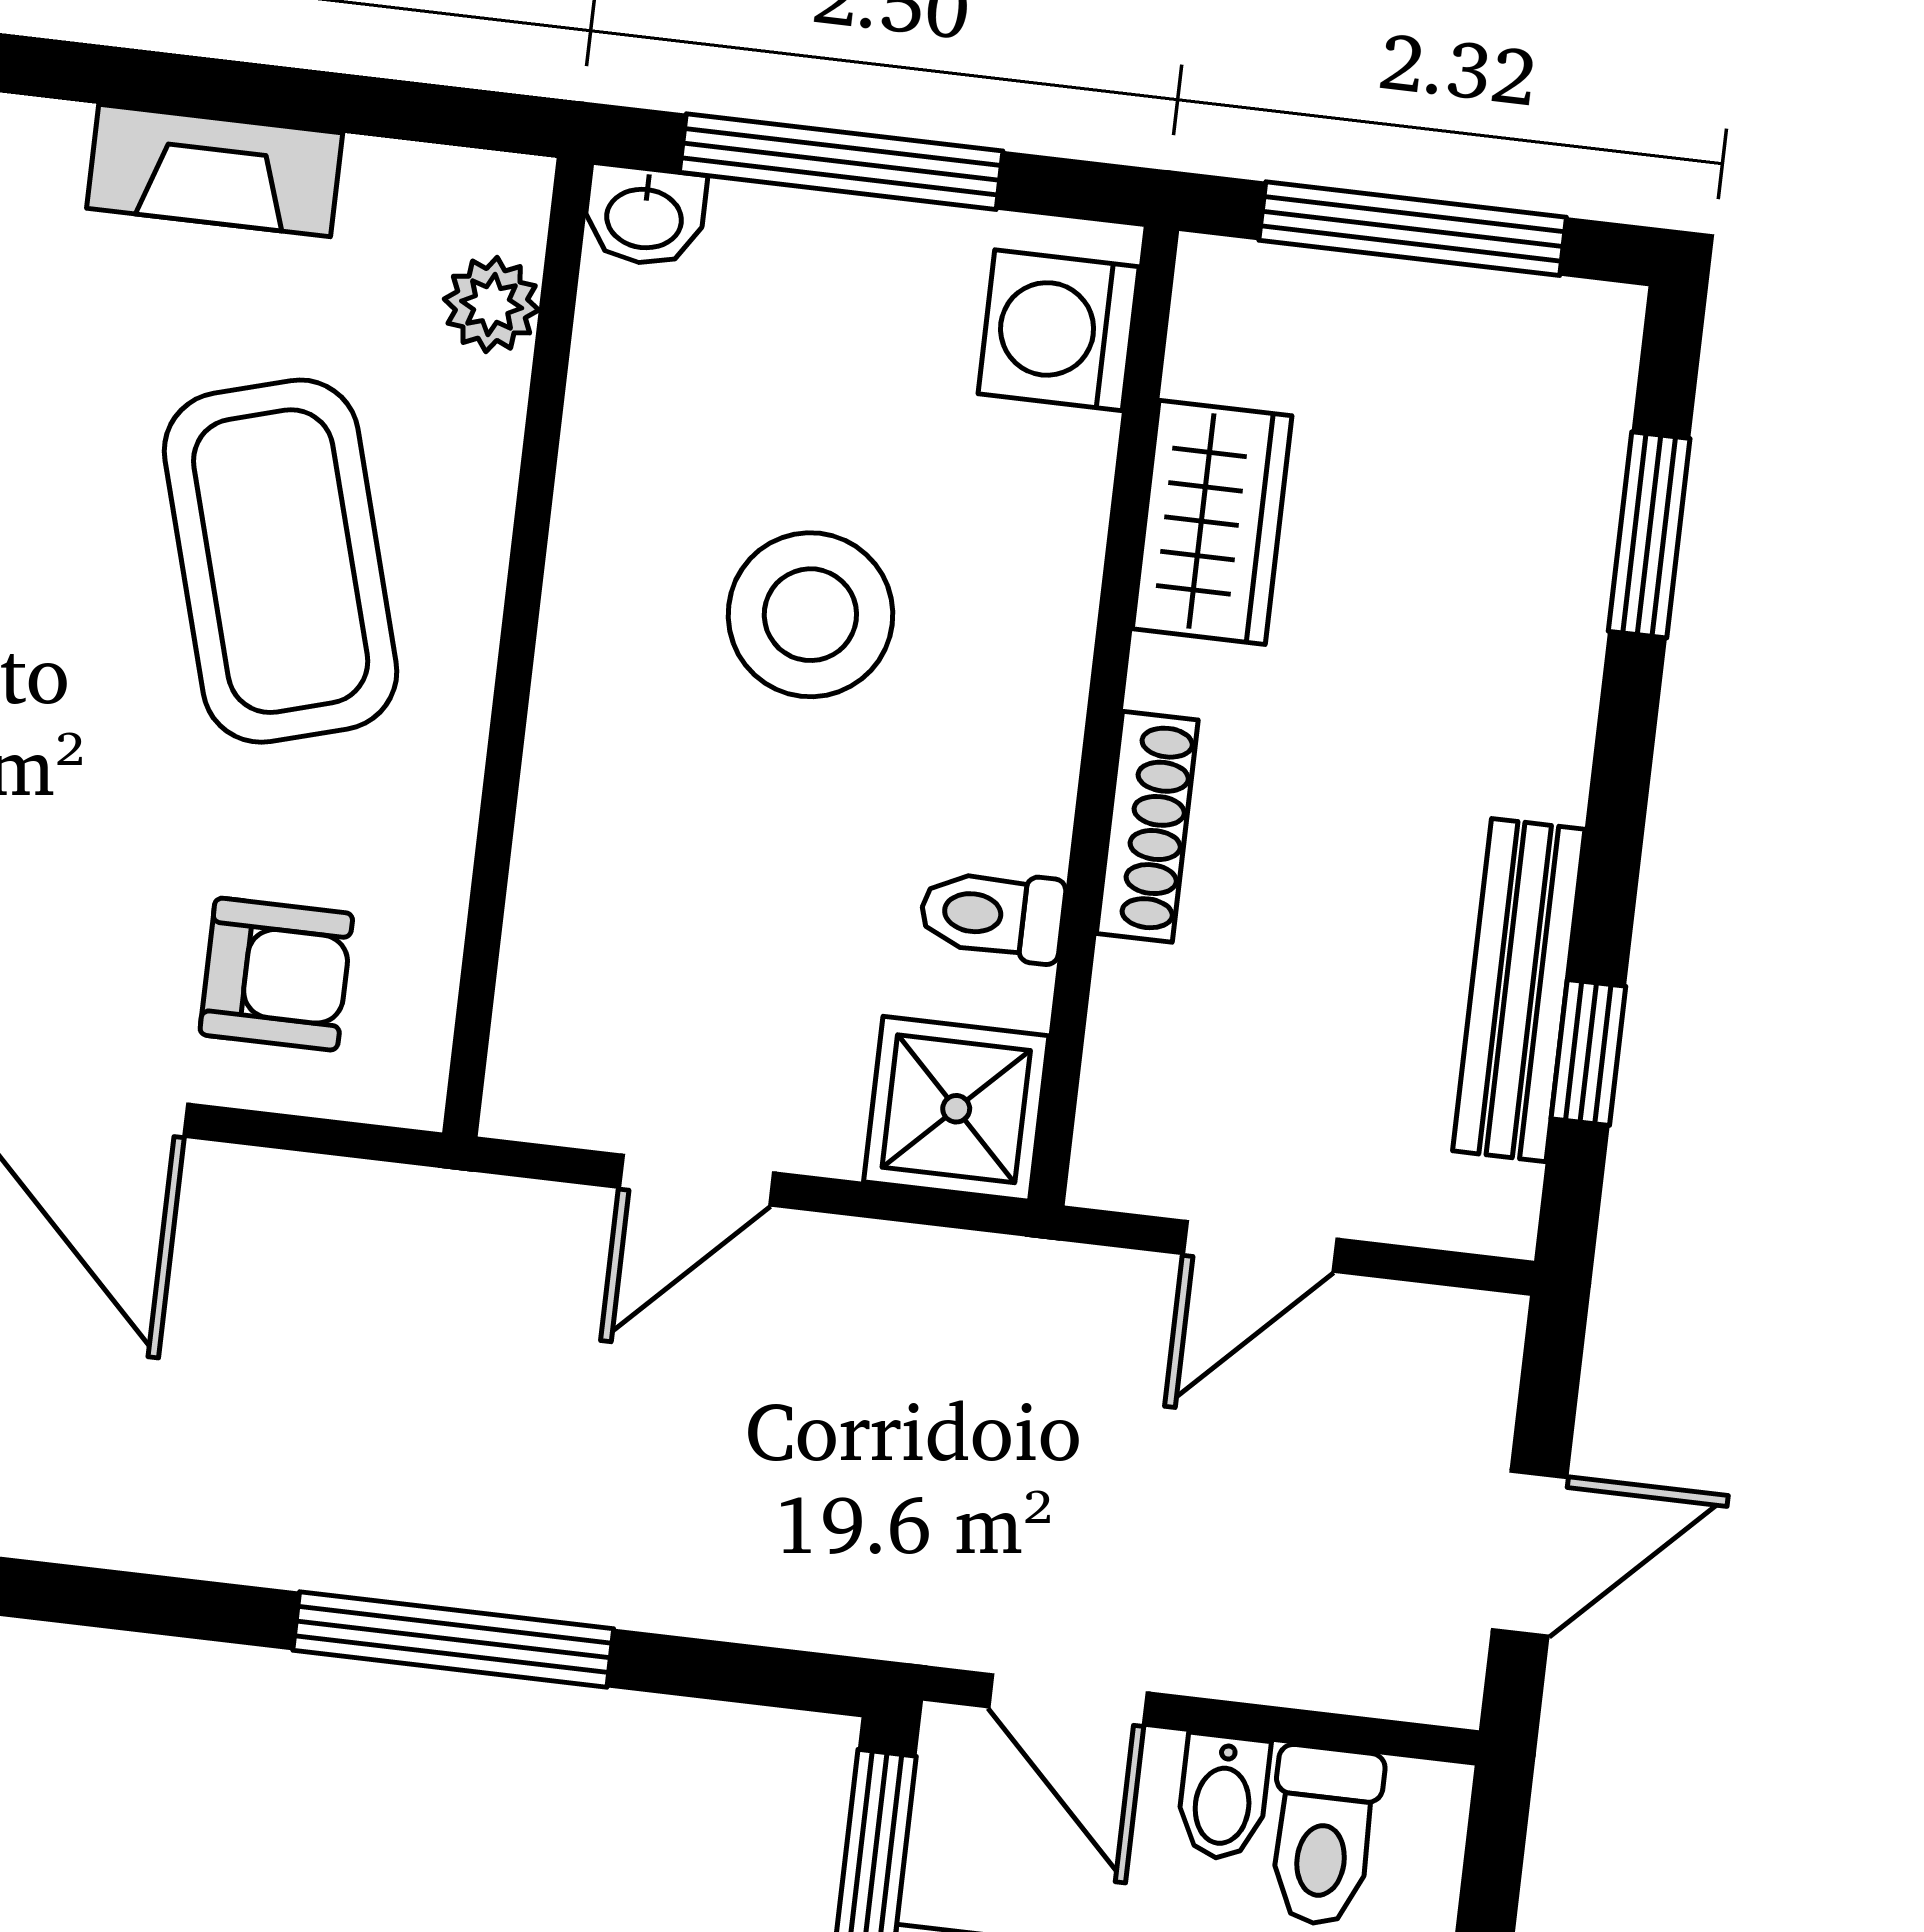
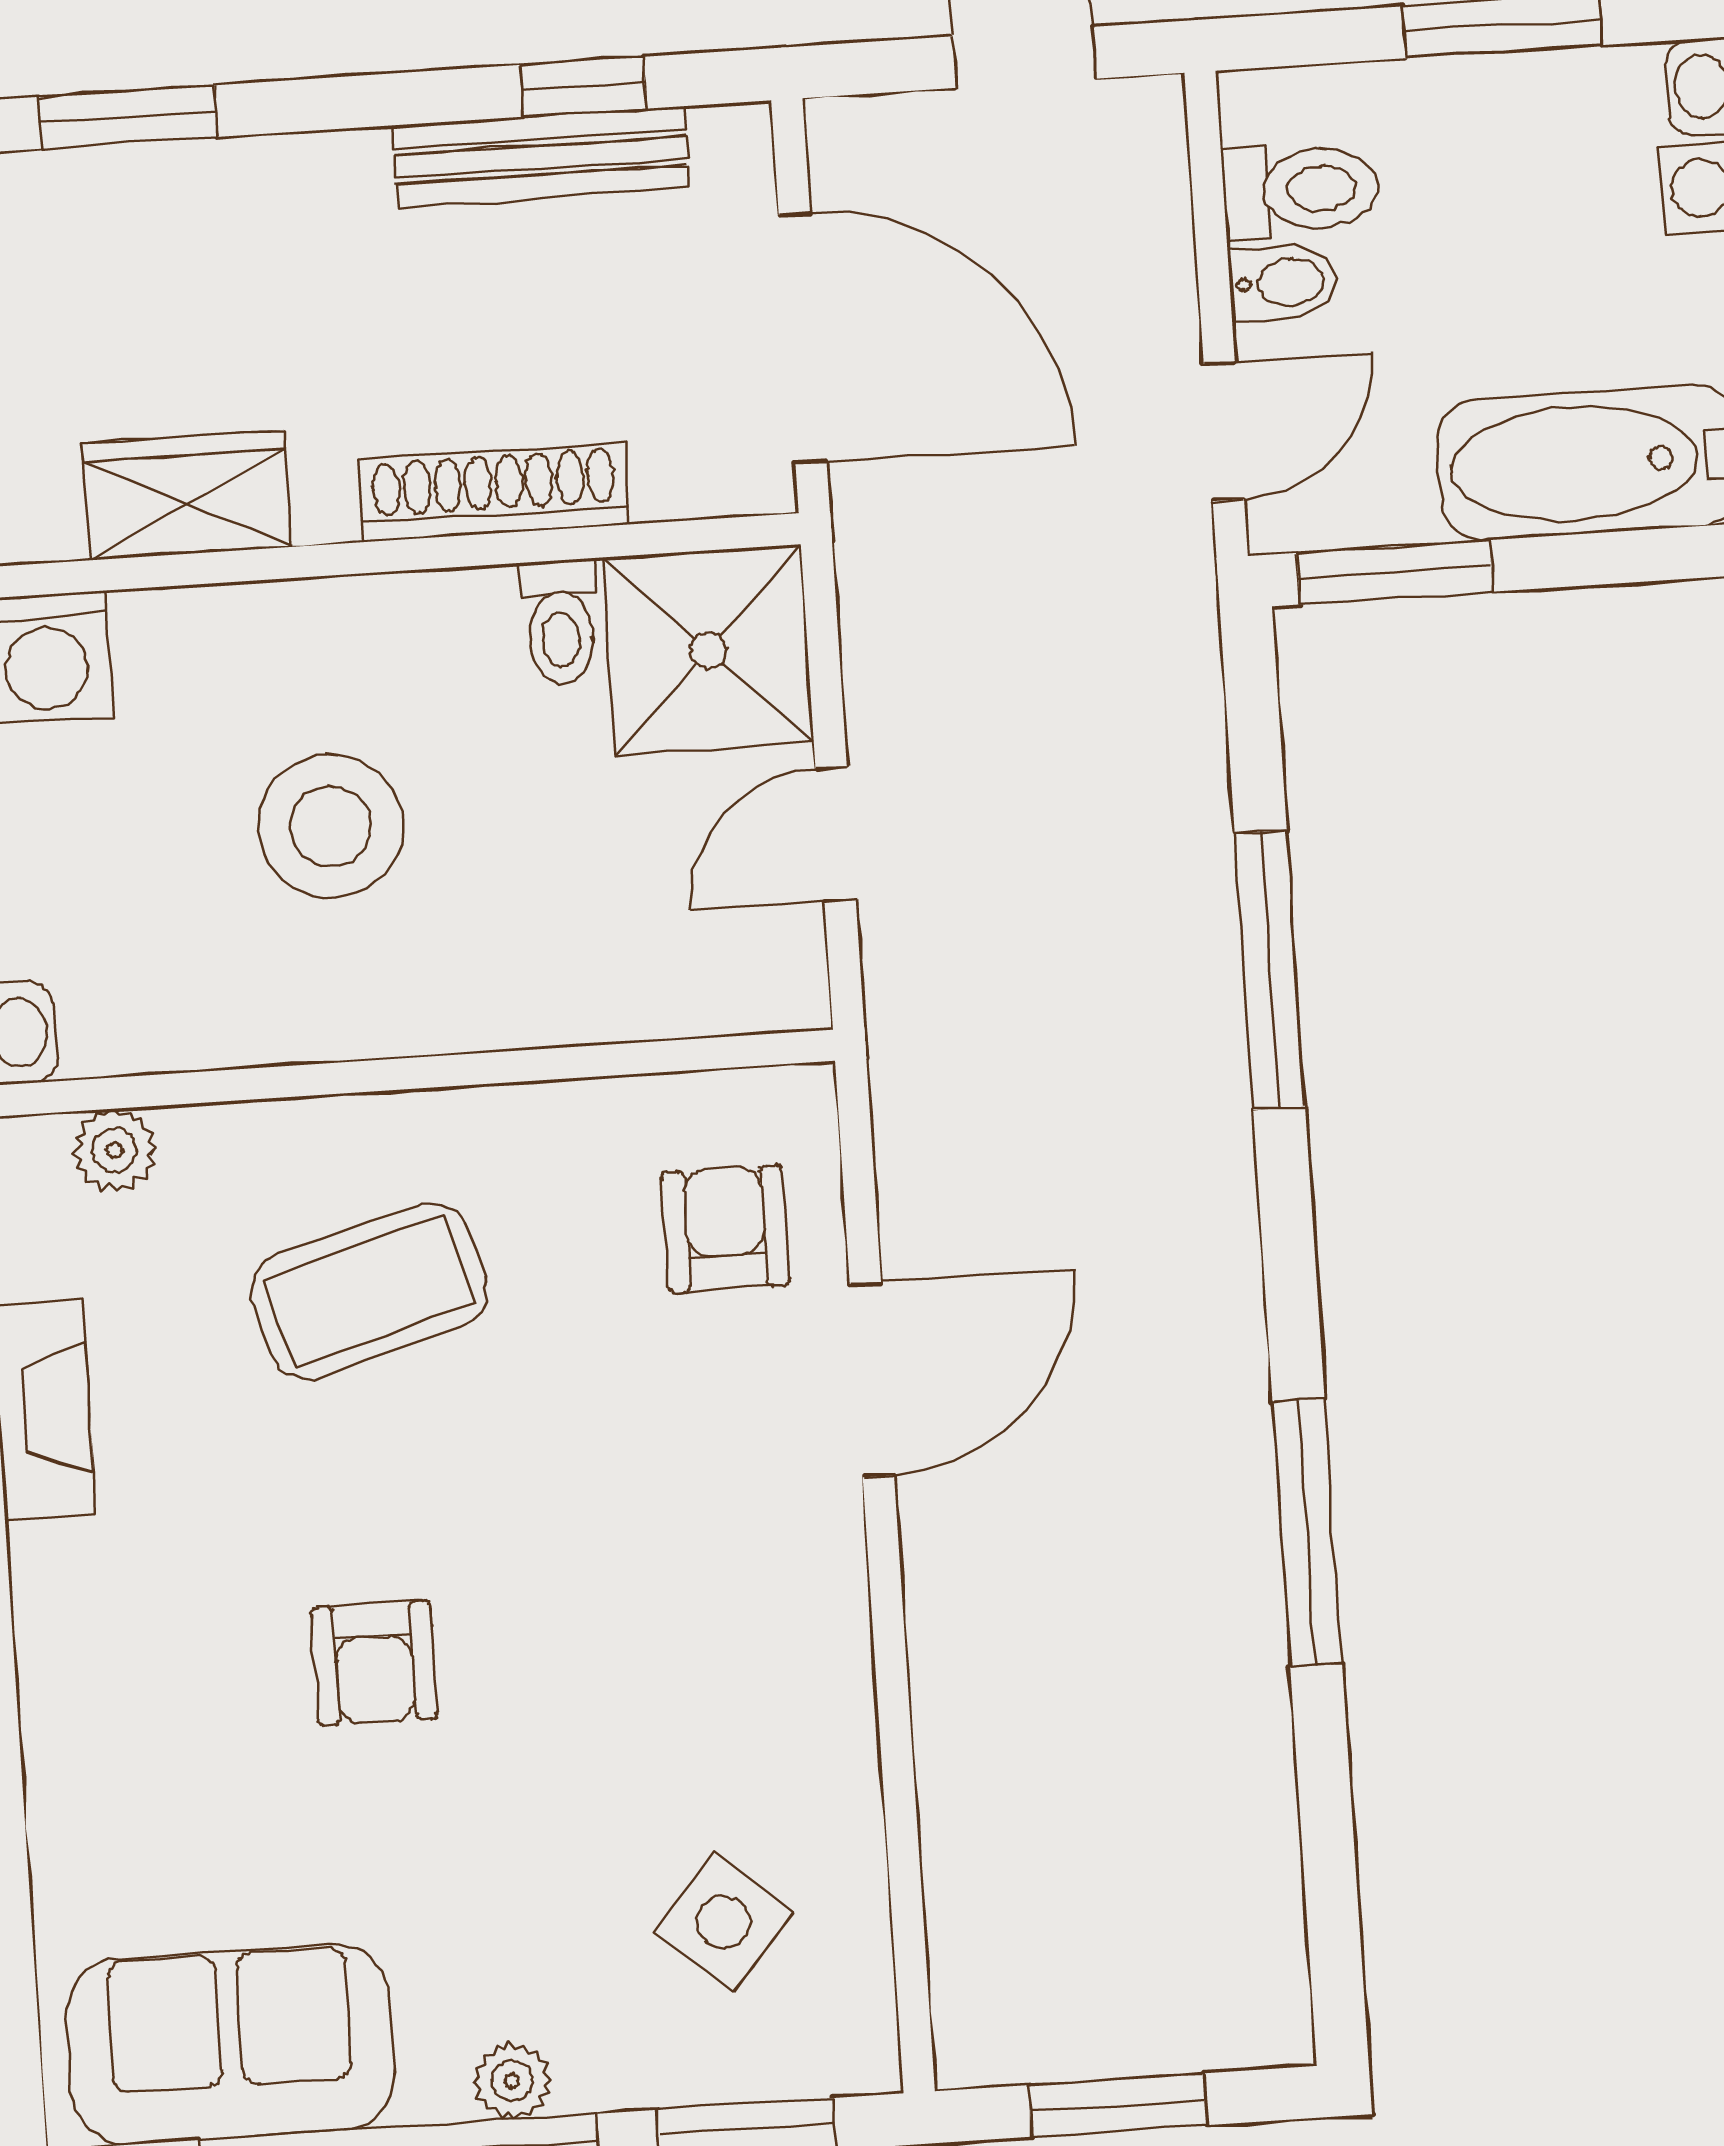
coffee table: (281, 561) -> (369, 1291), width x0.73, depth x0.76
shoe rack: (1147, 827) -> (494, 492), width x1.36, depth x1.24
shower: (956, 1109) -> (708, 650), width x1.36, depth x1.36
door: (696, 1180) -> (836, 834), swing flipped
door: (1260, 1246) -> (803, 338), width x1.87

